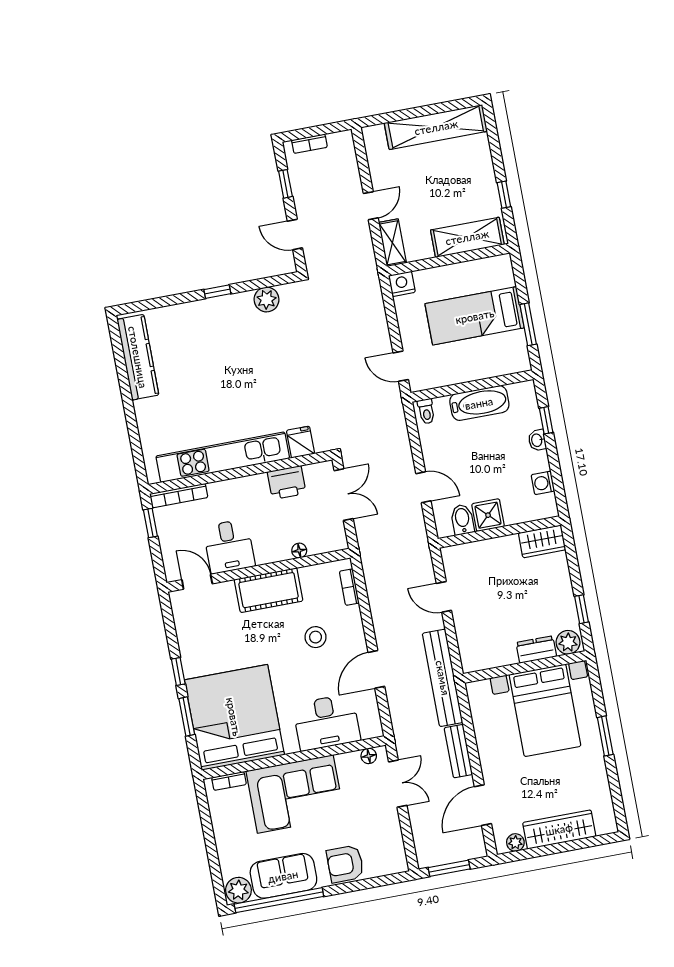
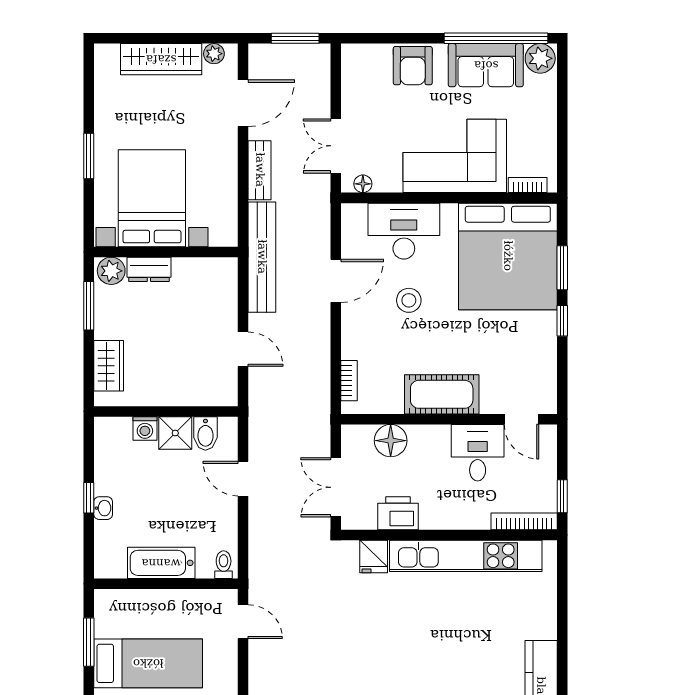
window: (546, 420) -> (89, 498), moved
washing machine: (543, 483) -> (145, 428), moved, turned 90
wardrobe: (542, 541) -> (109, 366), moved, turned 90
floor lamp: (299, 551) -> (391, 441), width x1.89, depth x1.89
window: (582, 609) -> (89, 306), width x1.50
stool: (316, 637) -> (409, 300), moved
armchair: (345, 864) -> (413, 66), turned 90

